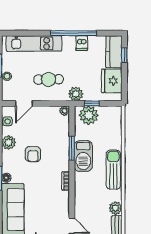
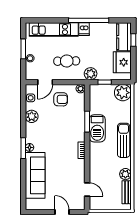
dishwasher: (82, 43) -> (84, 29), moved
plant: (89, 115) -> (123, 93), moved
armchair: (33, 154) -> (61, 99), moved, turned -89

